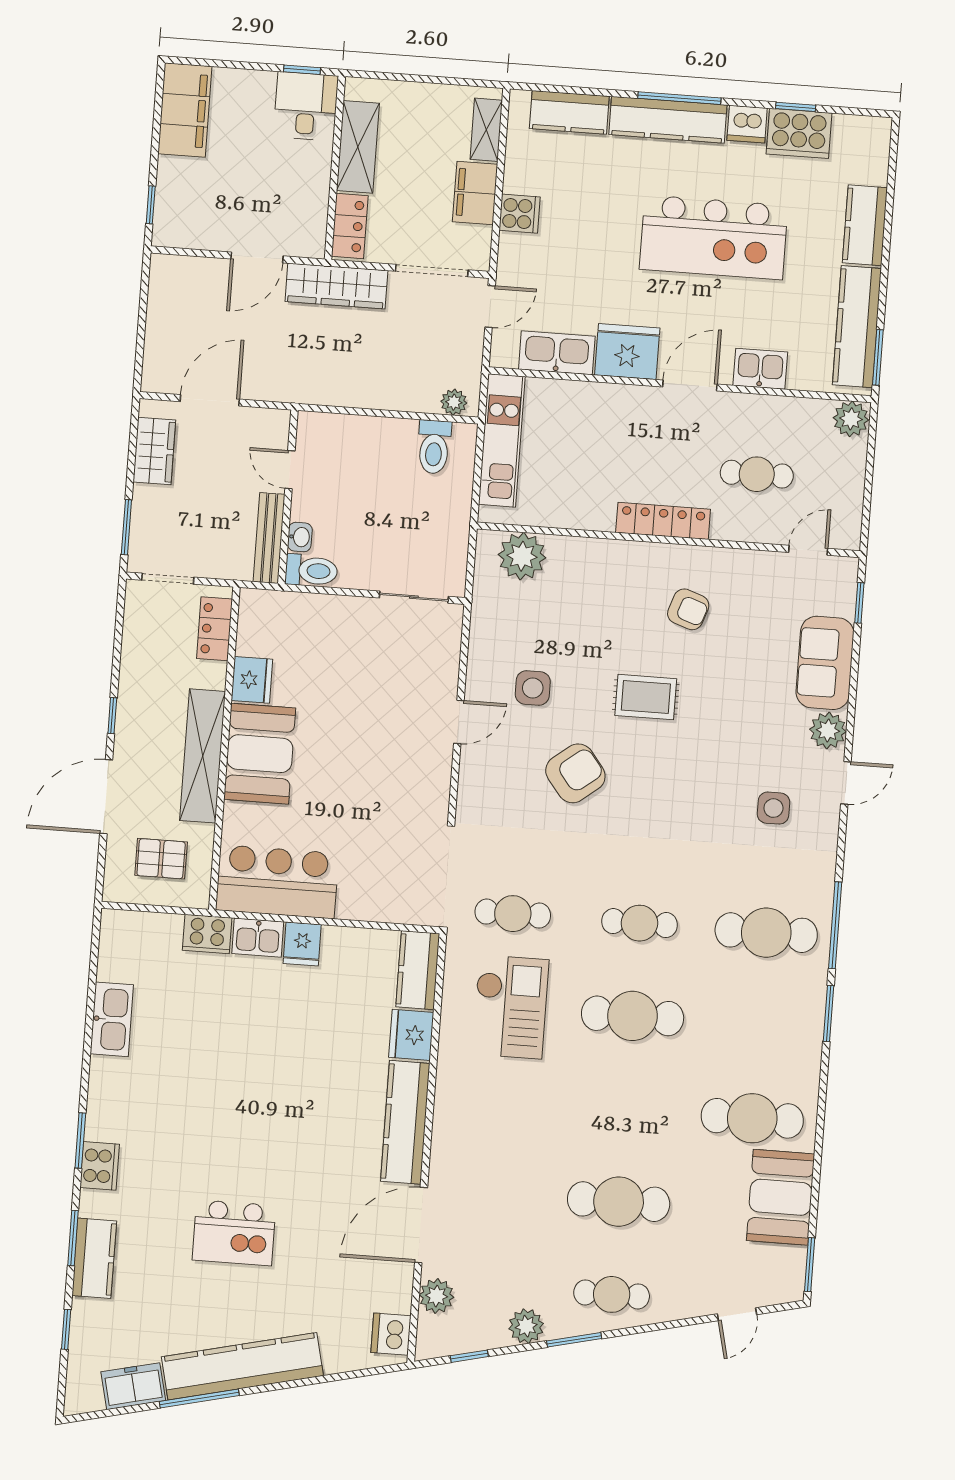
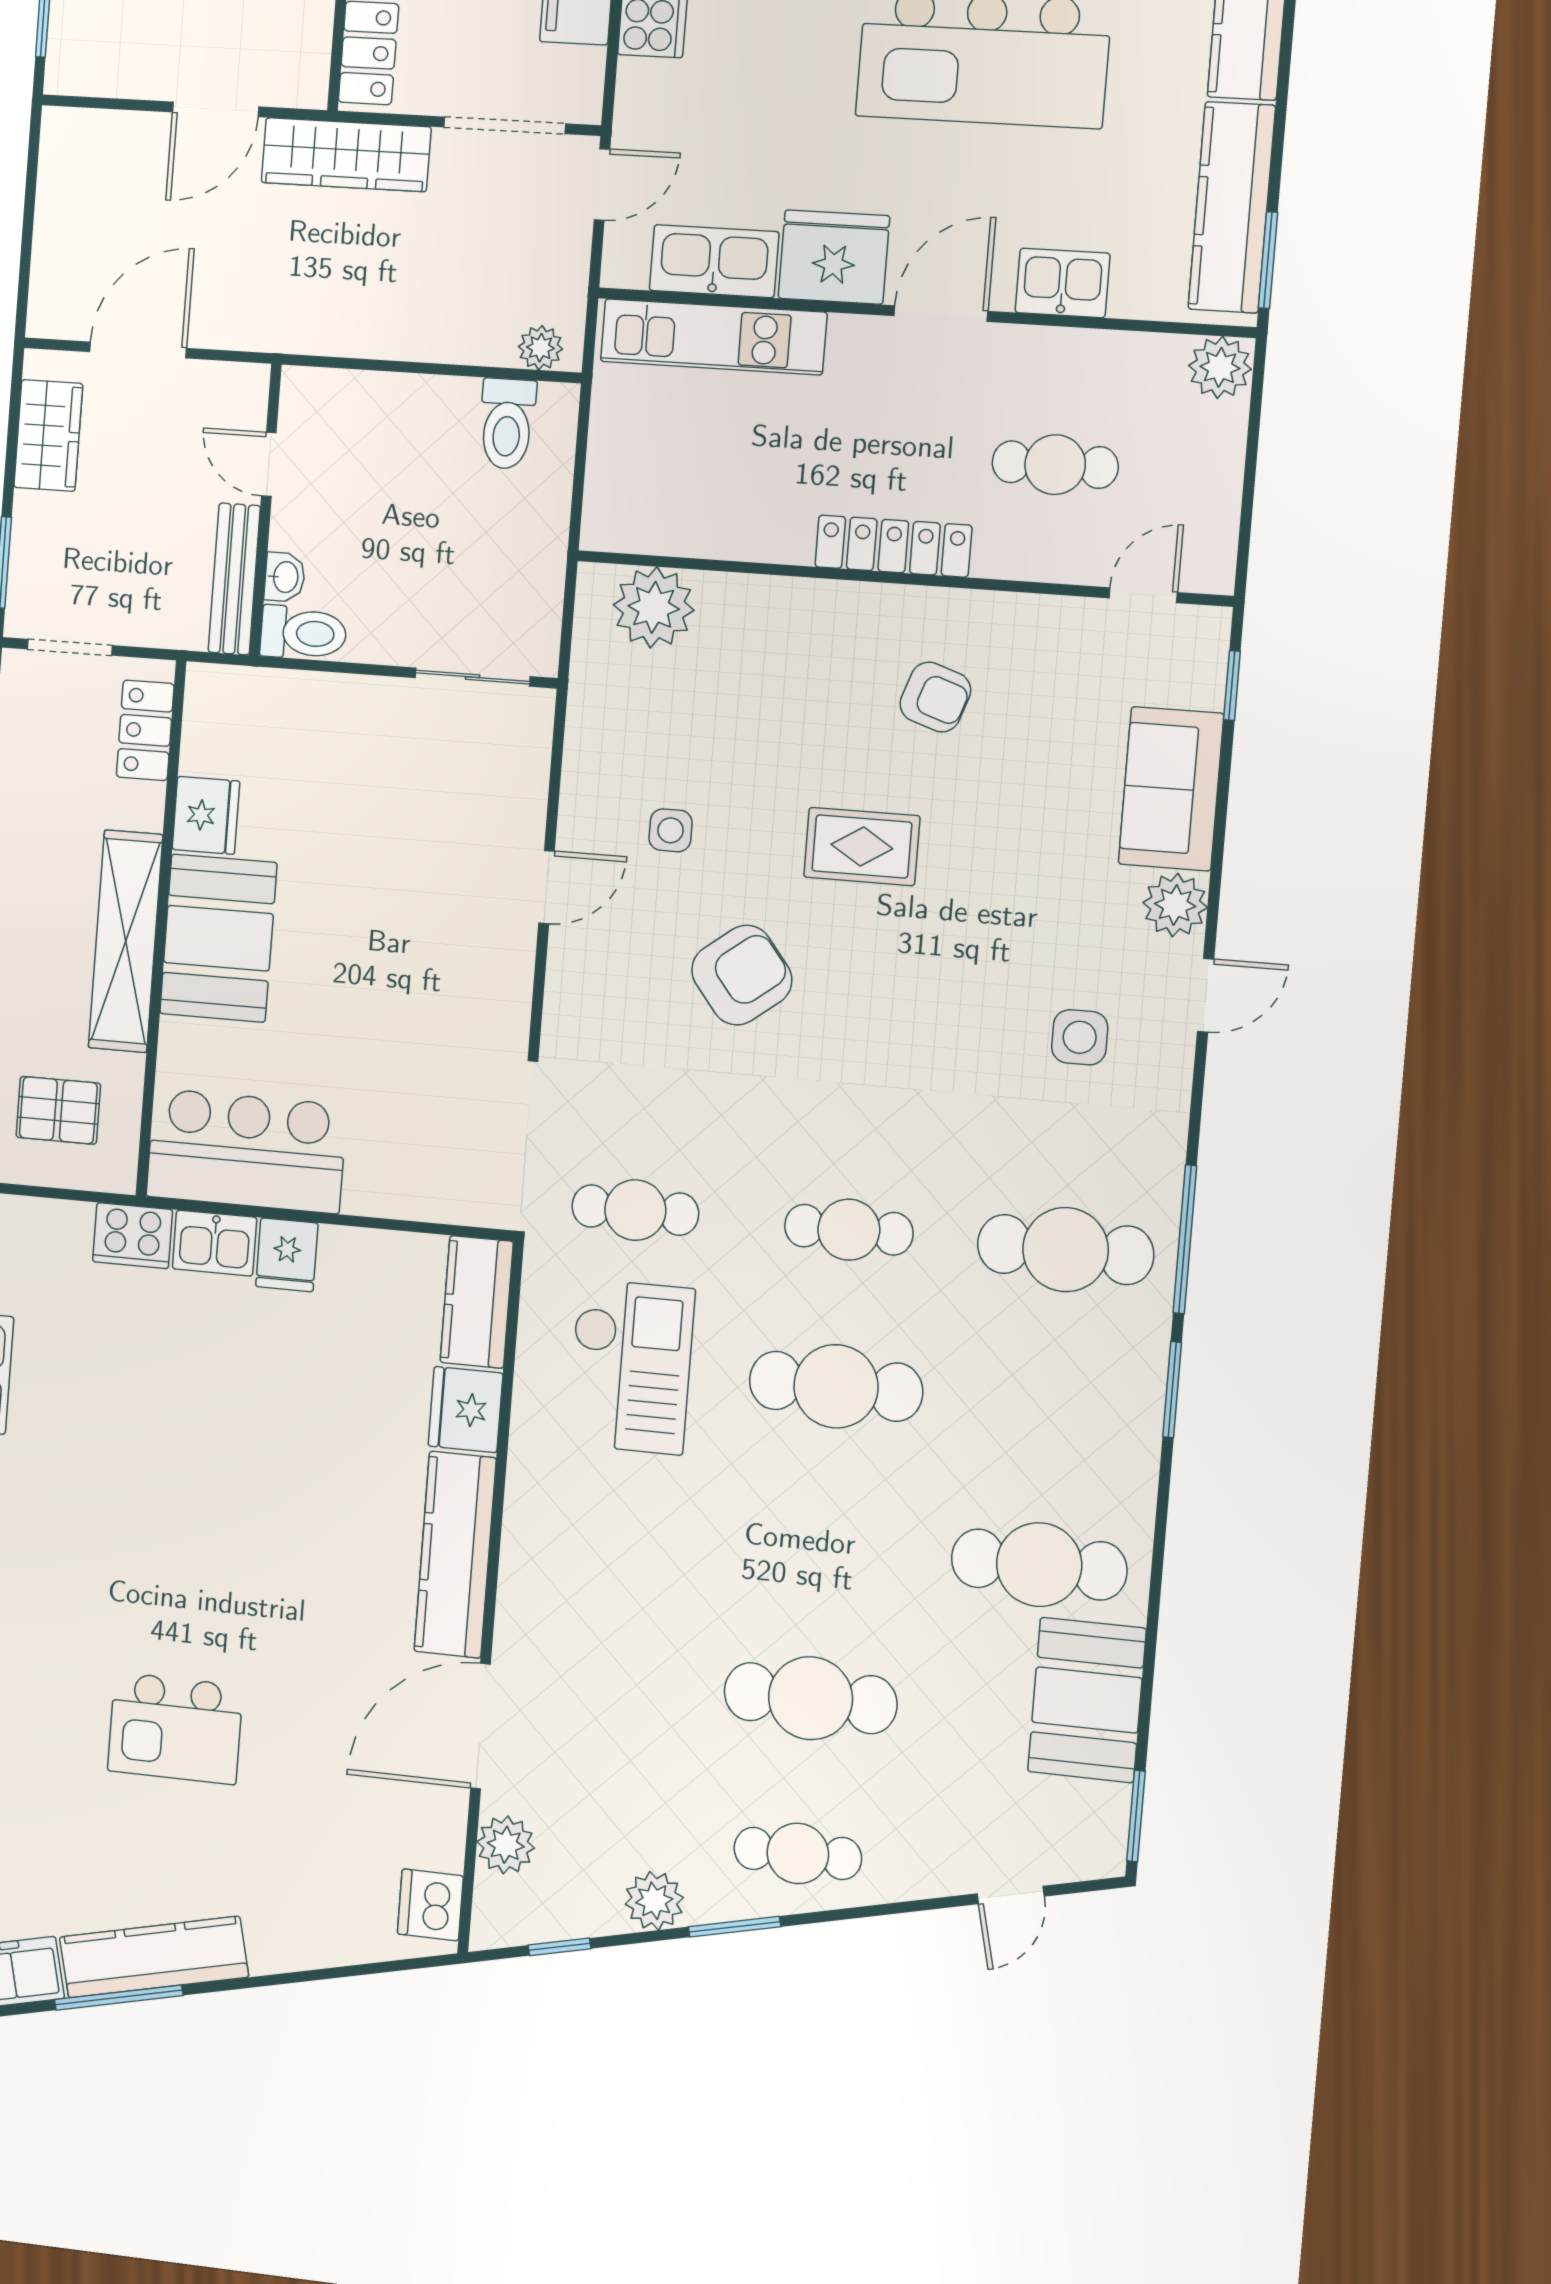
kitchen unit: (502, 440) -> (714, 337), moved, turned 90
side table: (533, 688) -> (671, 830), width x0.73, depth x0.73
kitchen counter: (242, 1366) -> (154, 1957), width x0.72, depth x0.86

